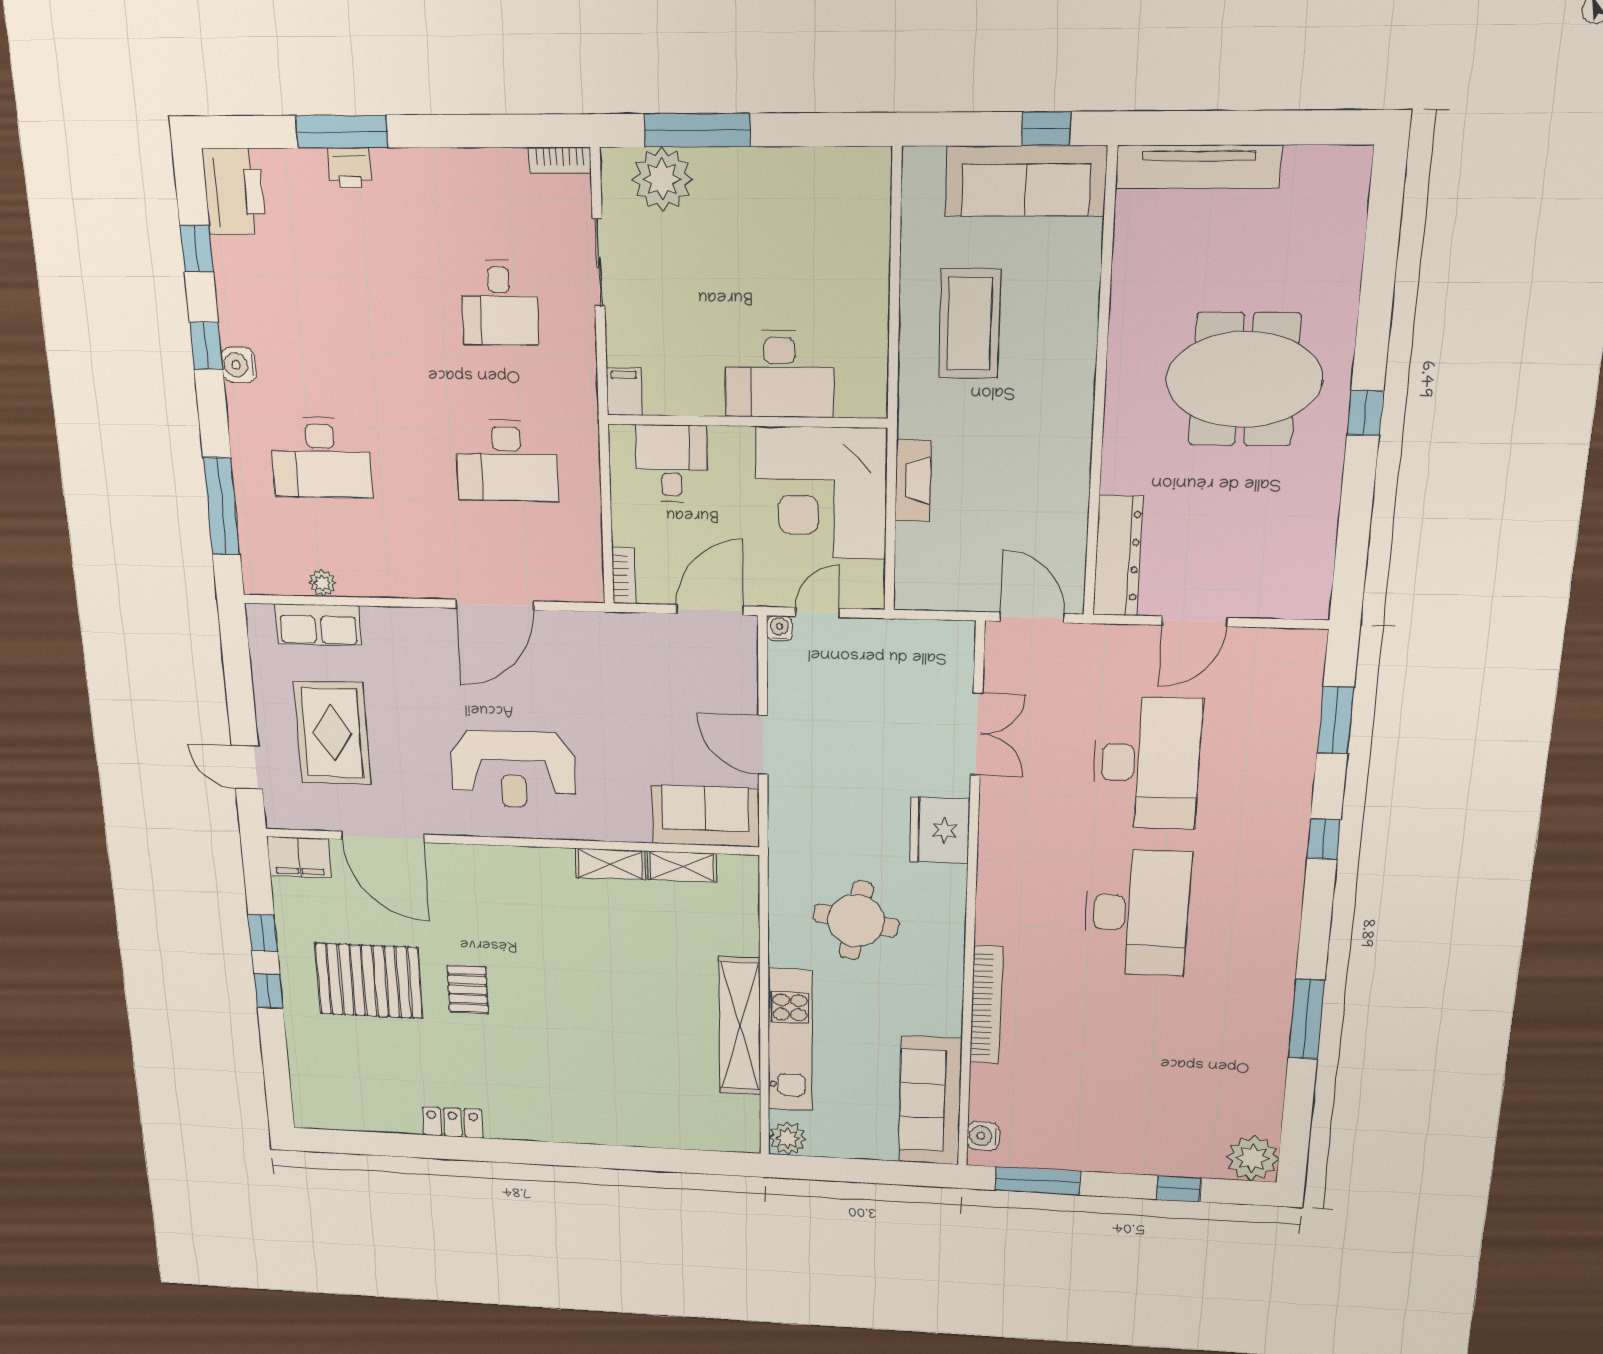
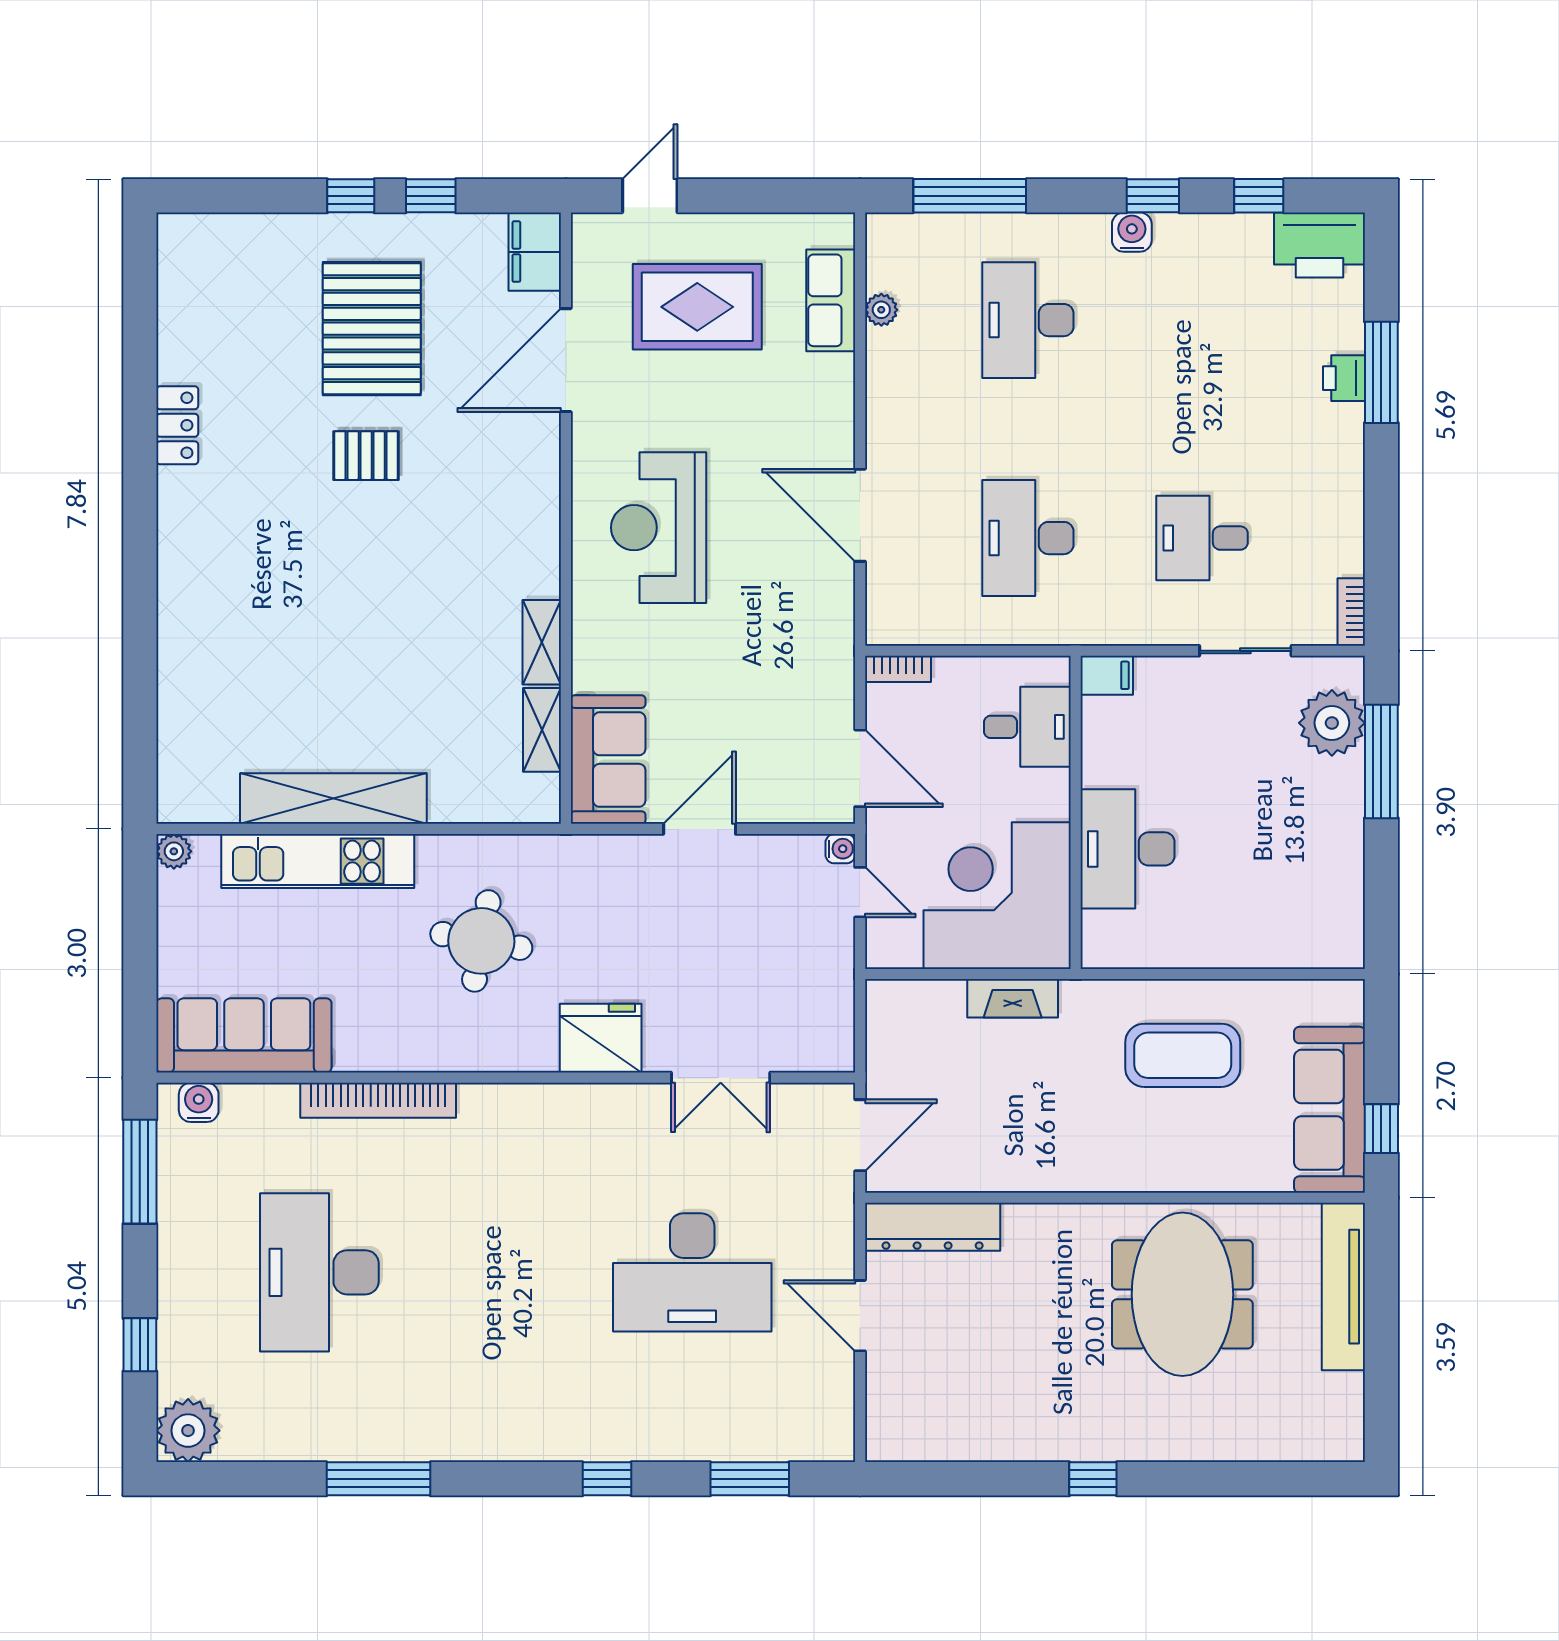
meeting table: (1244, 380) -> (1182, 1294), moved
desk: (1137, 913) -> (319, 1272), moved, turned 90
plant: (788, 1138) -> (174, 851), width x0.73, depth x0.73

